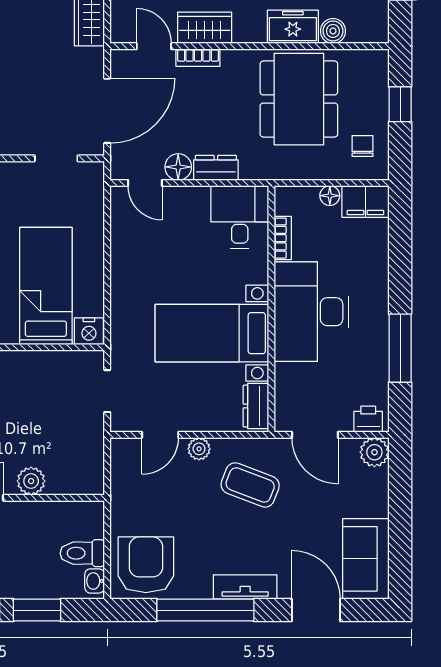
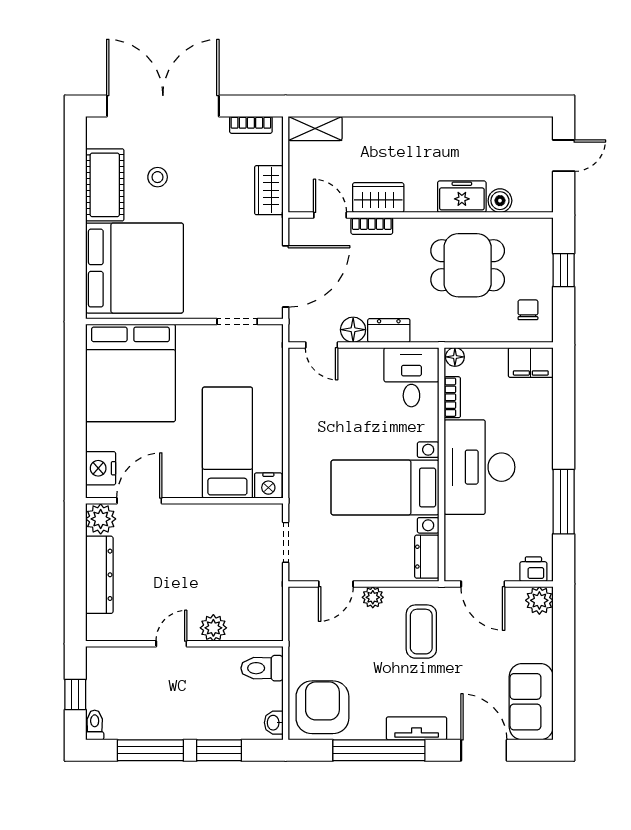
dining table: (299, 99) -> (468, 265), width x0.73
floor lamp: (330, 196) -> (455, 357), moved
coffee table: (250, 485) -> (421, 632), turned 69
toilet: (82, 553) -> (262, 668), moved

